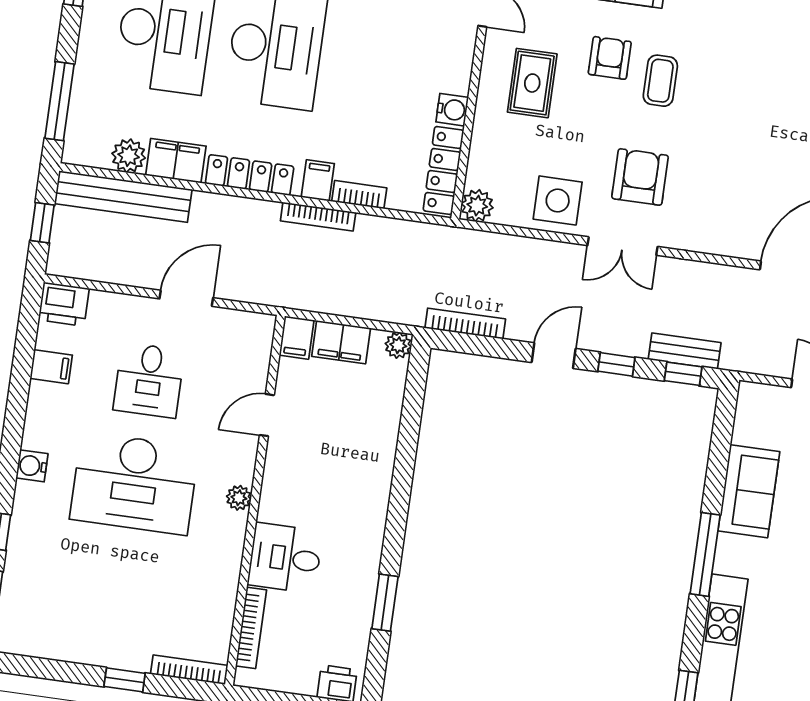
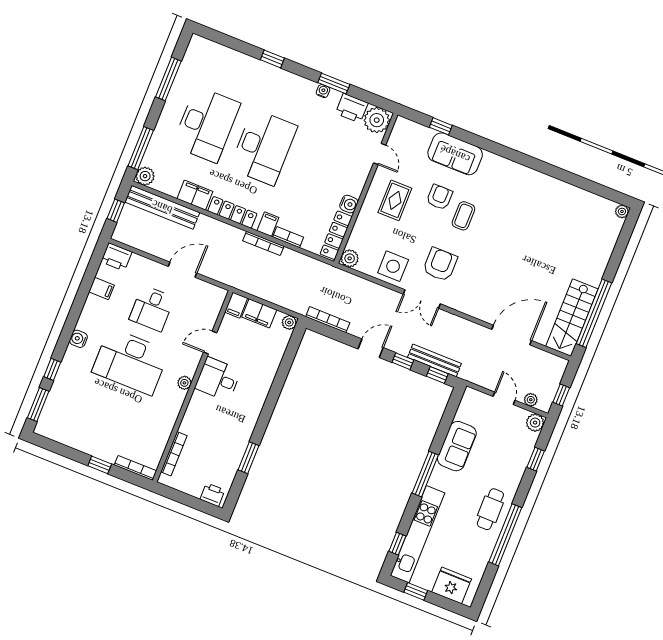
plant: (129, 156) -> (145, 176), moved
bench: (685, 351) -> (434, 360), width x1.36
desk: (285, 558) -> (218, 379), moved

